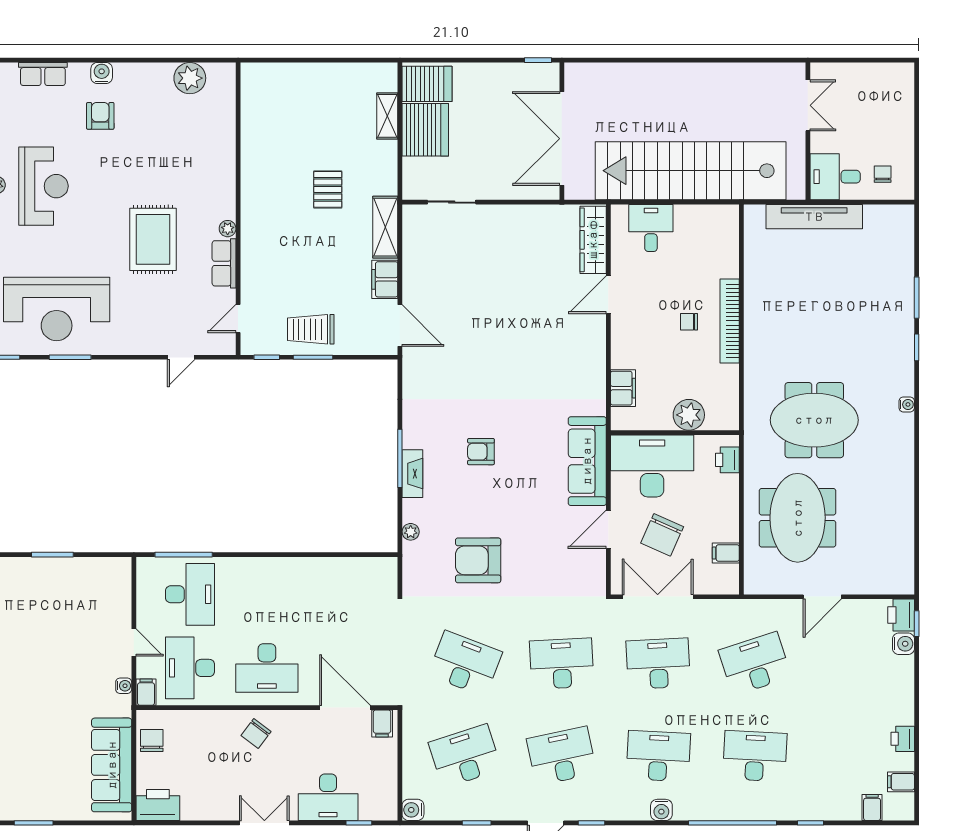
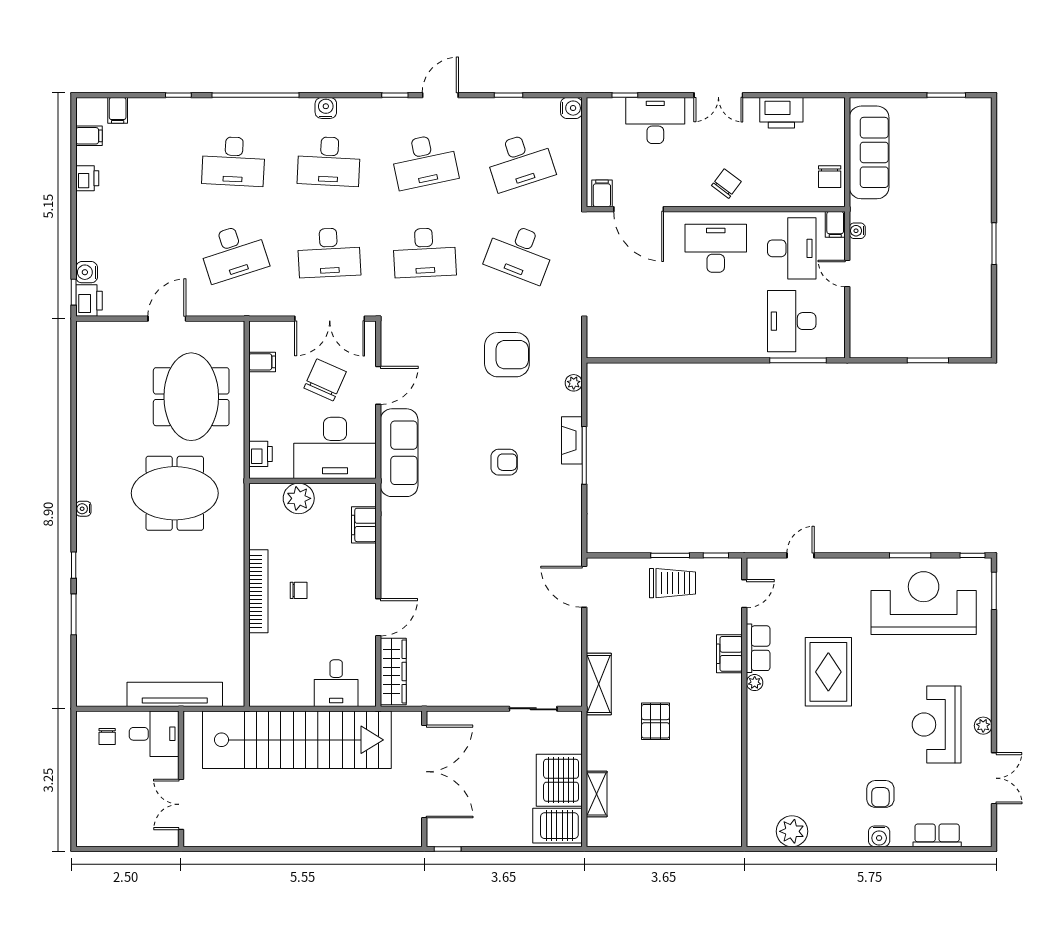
filing cabinet: (385, 279) -> (729, 654), moved, turned 180
printer: (158, 805) -> (781, 113), moved

